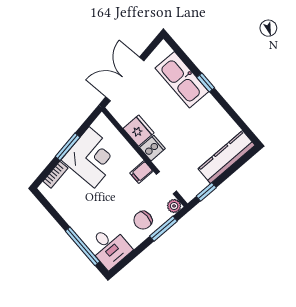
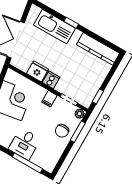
kitchen counter: (227, 157) -> (98, 49), moved, turned -90
desk: (109, 247) -> (25, 144), moved, turned 90

